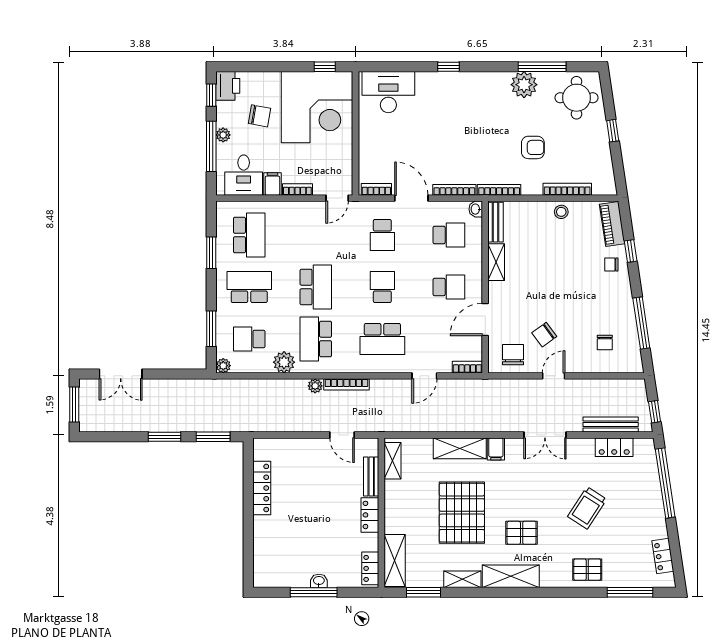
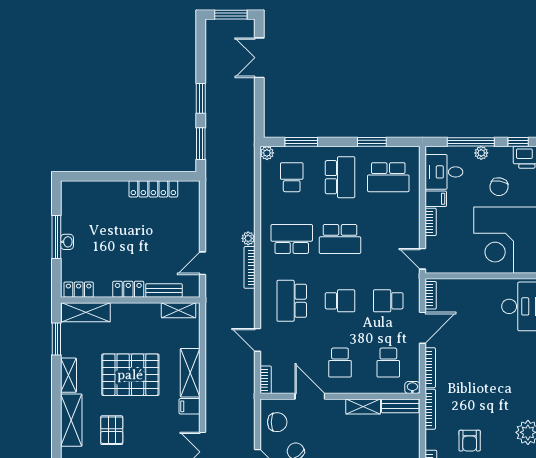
plant: (284, 362) -> (270, 209), removed

